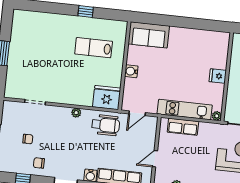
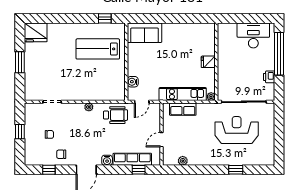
window: (86, 12) -> (105, 18), moved
lab bench: (94, 48) -> (98, 49), width x1.36, depth x1.39
water cooler: (131, 71) -> (133, 82), moved
fridge: (107, 98) -> (36, 32), moved, turned 180

